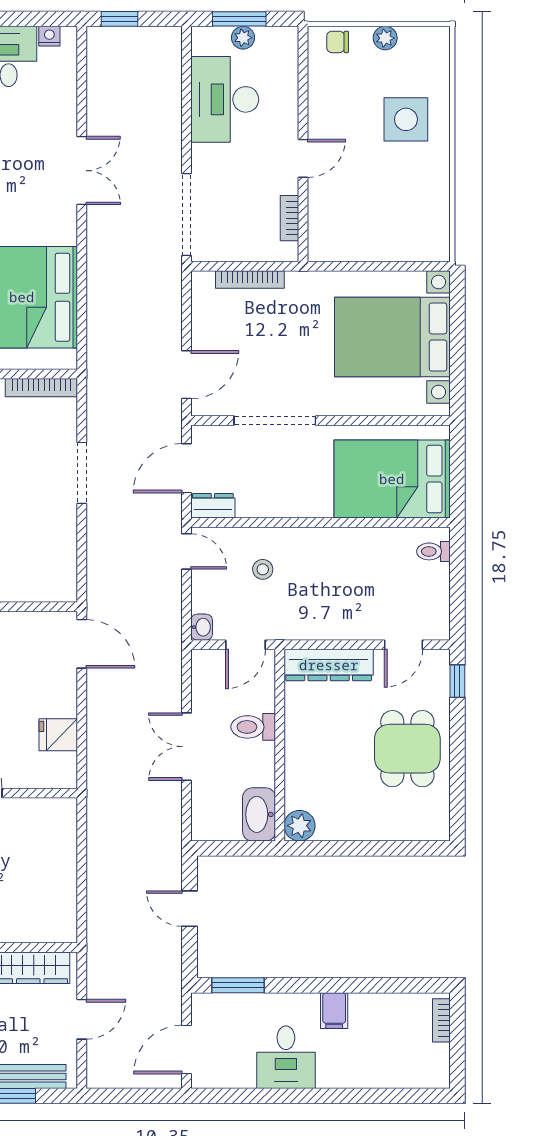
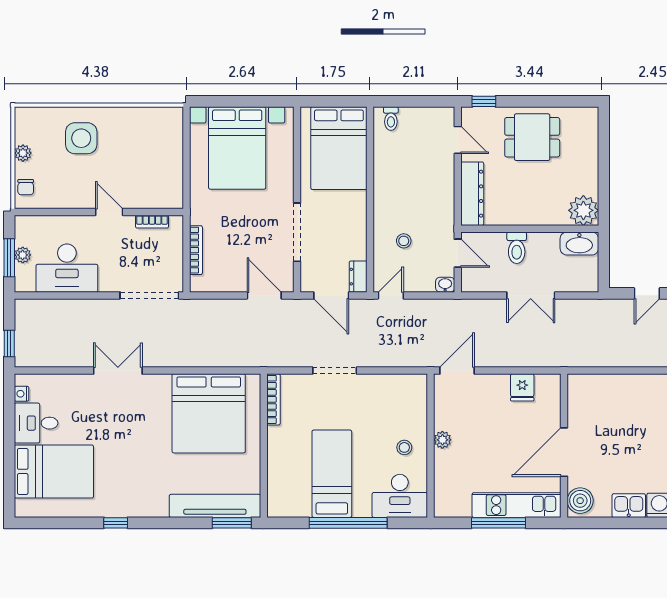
plant: (300, 826) -> (583, 210), width x1.36, depth x1.36

